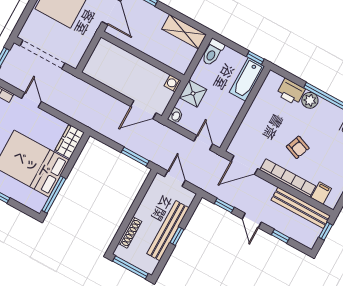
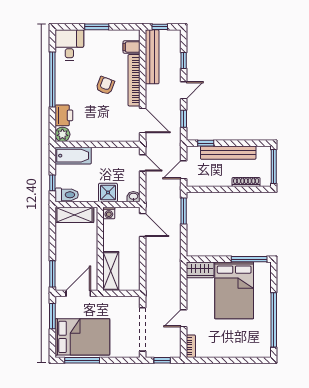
shelving: (184, 32) -> (74, 215), moved, turned 90
shelving: (116, 55) -> (111, 271), added
window: (255, 58) -> (52, 183), moved
plant: (310, 100) -> (62, 134), moved
door: (203, 143) -> (143, 163), swing flipped
window: (177, 236) -> (206, 143), moved

